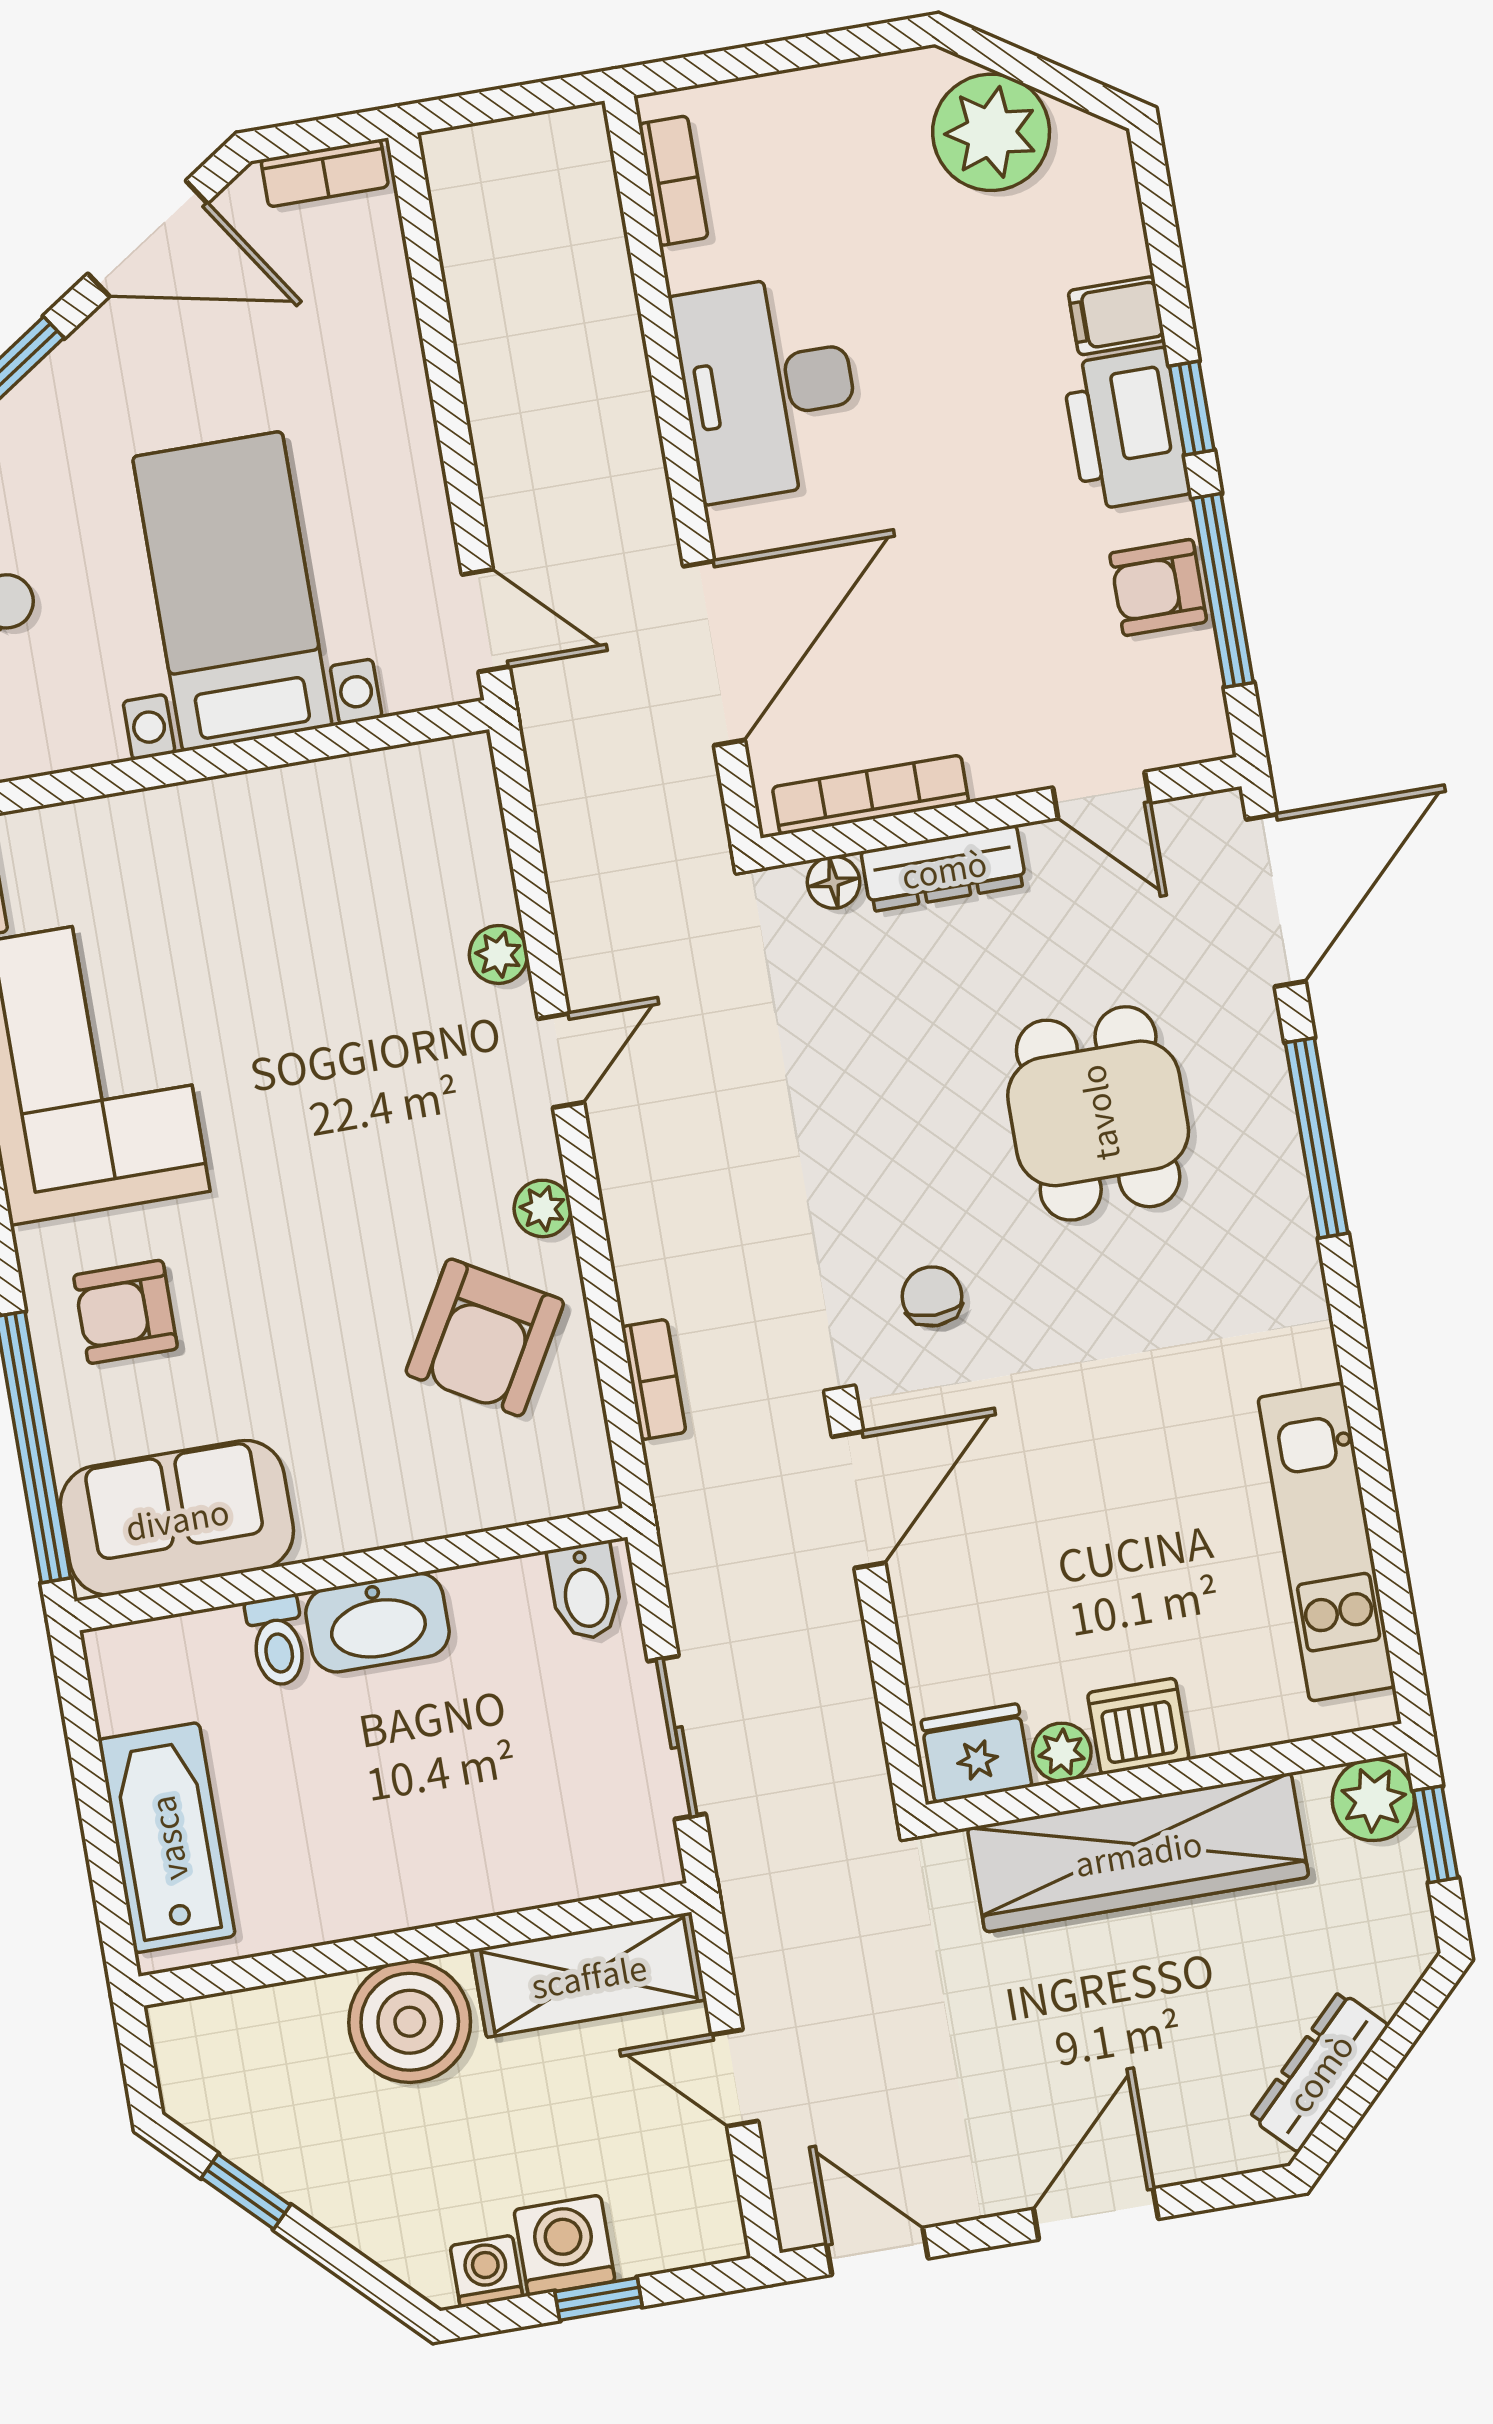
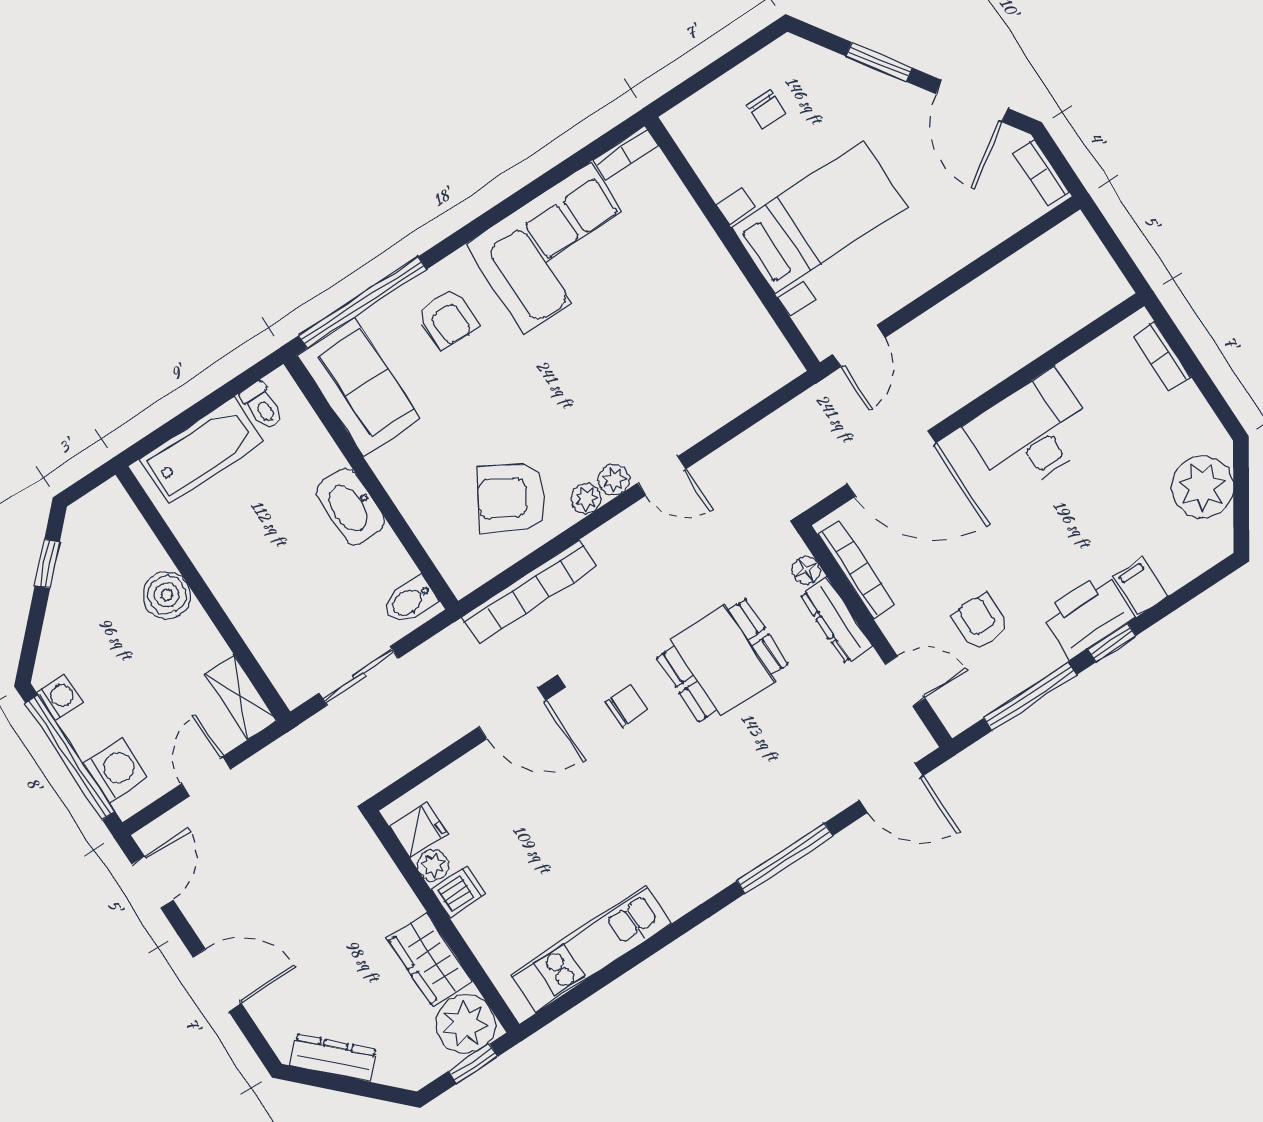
bookcase: (673, 181) -> (1162, 357), moved, turned 90
armchair: (1158, 588) -> (980, 622), moved
door: (1101, 795) -> (905, 681), swing flipped
door: (1276, 900) -> (891, 788), width x0.73
plant: (499, 954) -> (614, 480), moved
dining table: (1098, 1113) -> (722, 661), moved
armchair: (126, 1312) -> (448, 319), turned 180
bookcase: (654, 1379) -> (529, 592), width x2.31, depth x1.31
toilet: (277, 1641) -> (262, 406), moved, turned -90
dishwasher: (1138, 1726) -> (459, 891), width x0.73
fridge: (977, 1753) -> (419, 830), width x0.72
plant: (1373, 1800) -> (466, 1024), width x1.36, depth x1.36
wardrobe: (1138, 1852) -> (429, 959), width x0.48, depth x0.85
shelving: (589, 1975) -> (241, 697), width x0.67, depth x0.75
boiler: (410, 2022) -> (167, 595), width x0.73, depth x0.73
washing machine: (564, 2245) -> (116, 770), moved
window: (598, 2299) -> (70, 757), width x3.17

